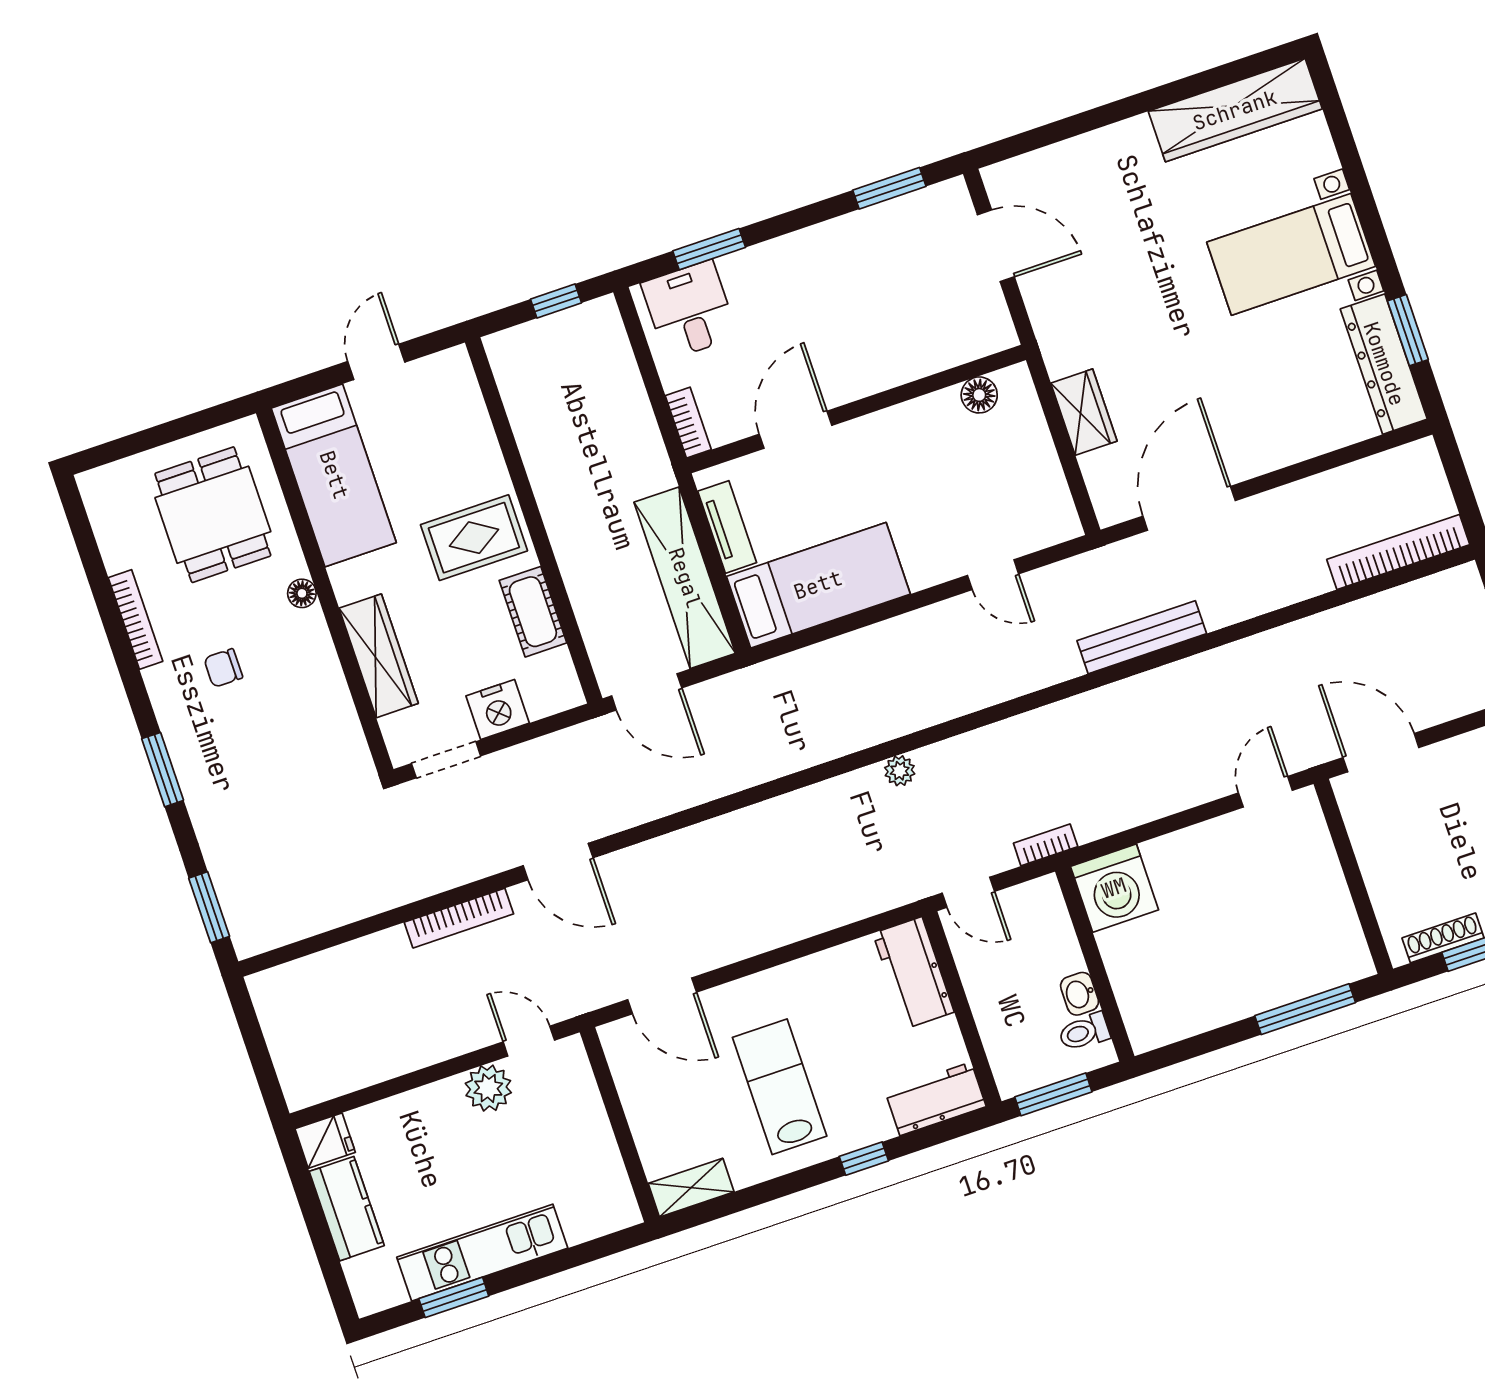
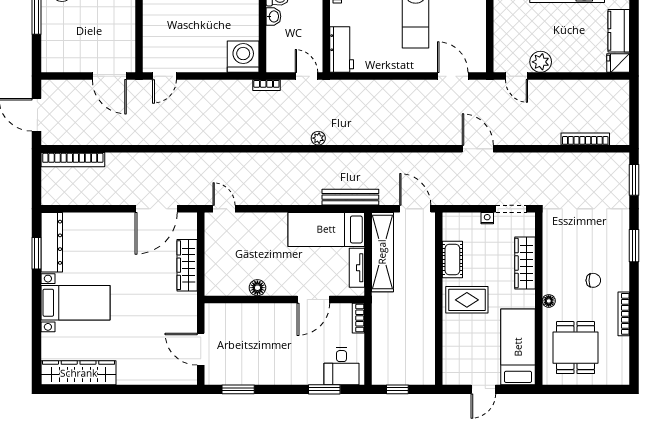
floor lamp: (979, 395) -> (257, 288), moved
wardrobe: (1084, 412) -> (187, 265), width x1.50
door: (993, 575) -> (224, 209), moved
bench: (1142, 637) -> (350, 197), moved
nightstand: (498, 709) -> (487, 218), width x0.53, depth x0.56
bookcase: (459, 918) -> (585, 139), moved

